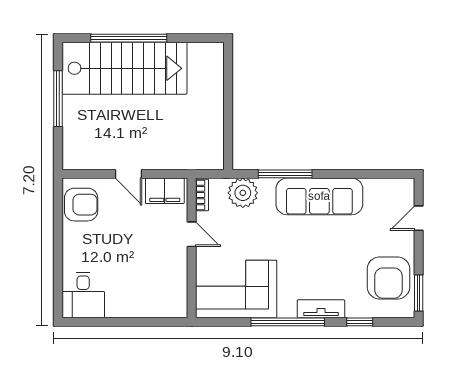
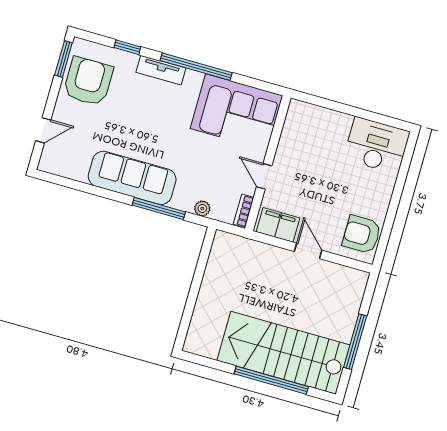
plant: (243, 193) -> (202, 208), width x0.53, depth x0.53
desk: (83, 295) -> (377, 145), width x1.37

